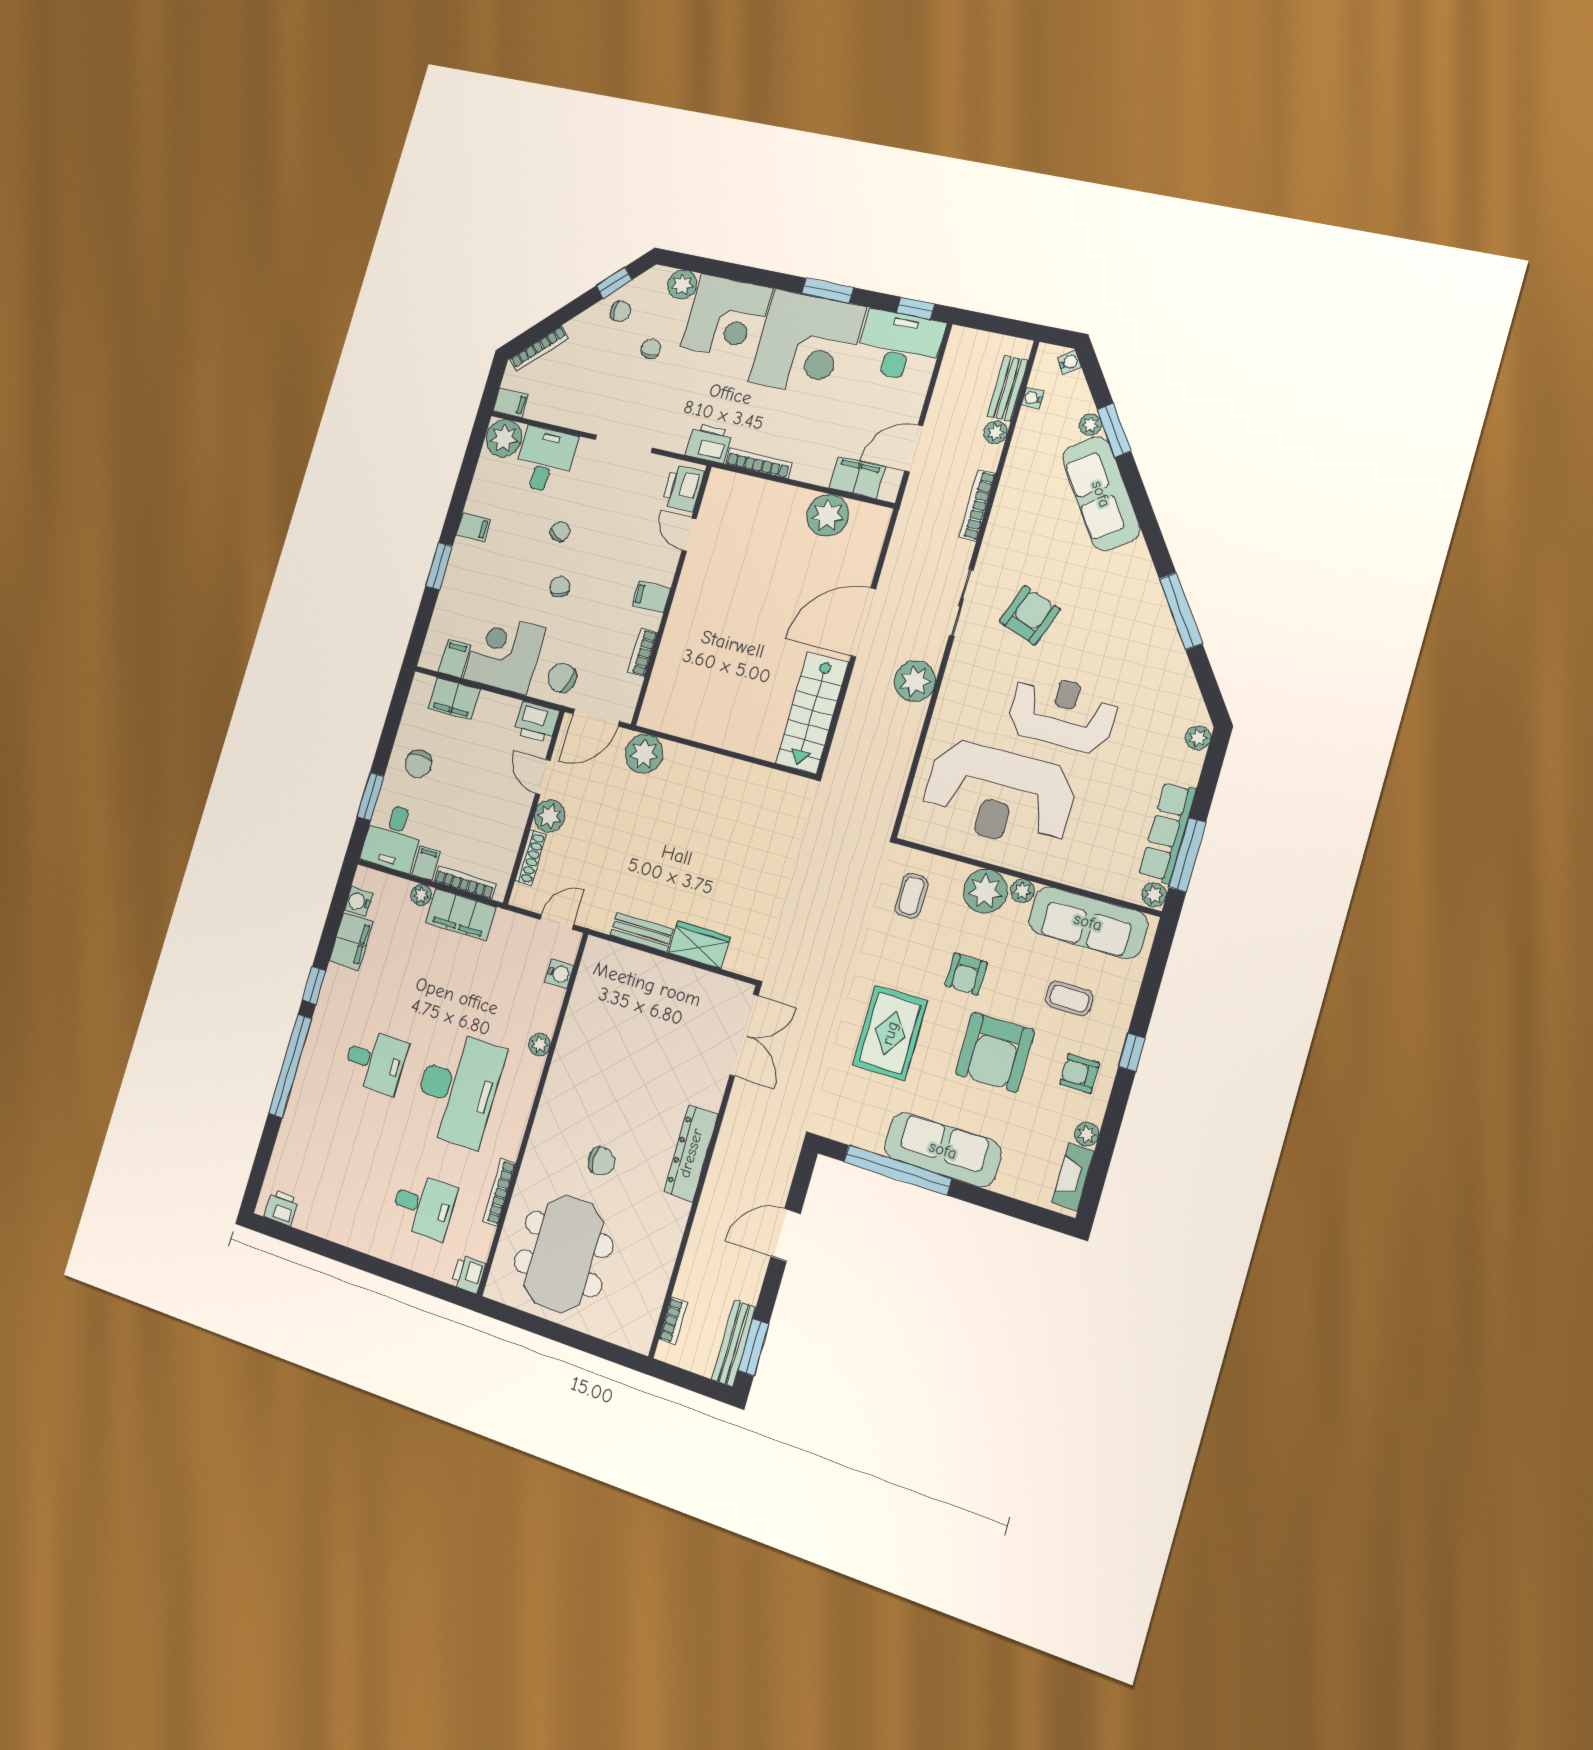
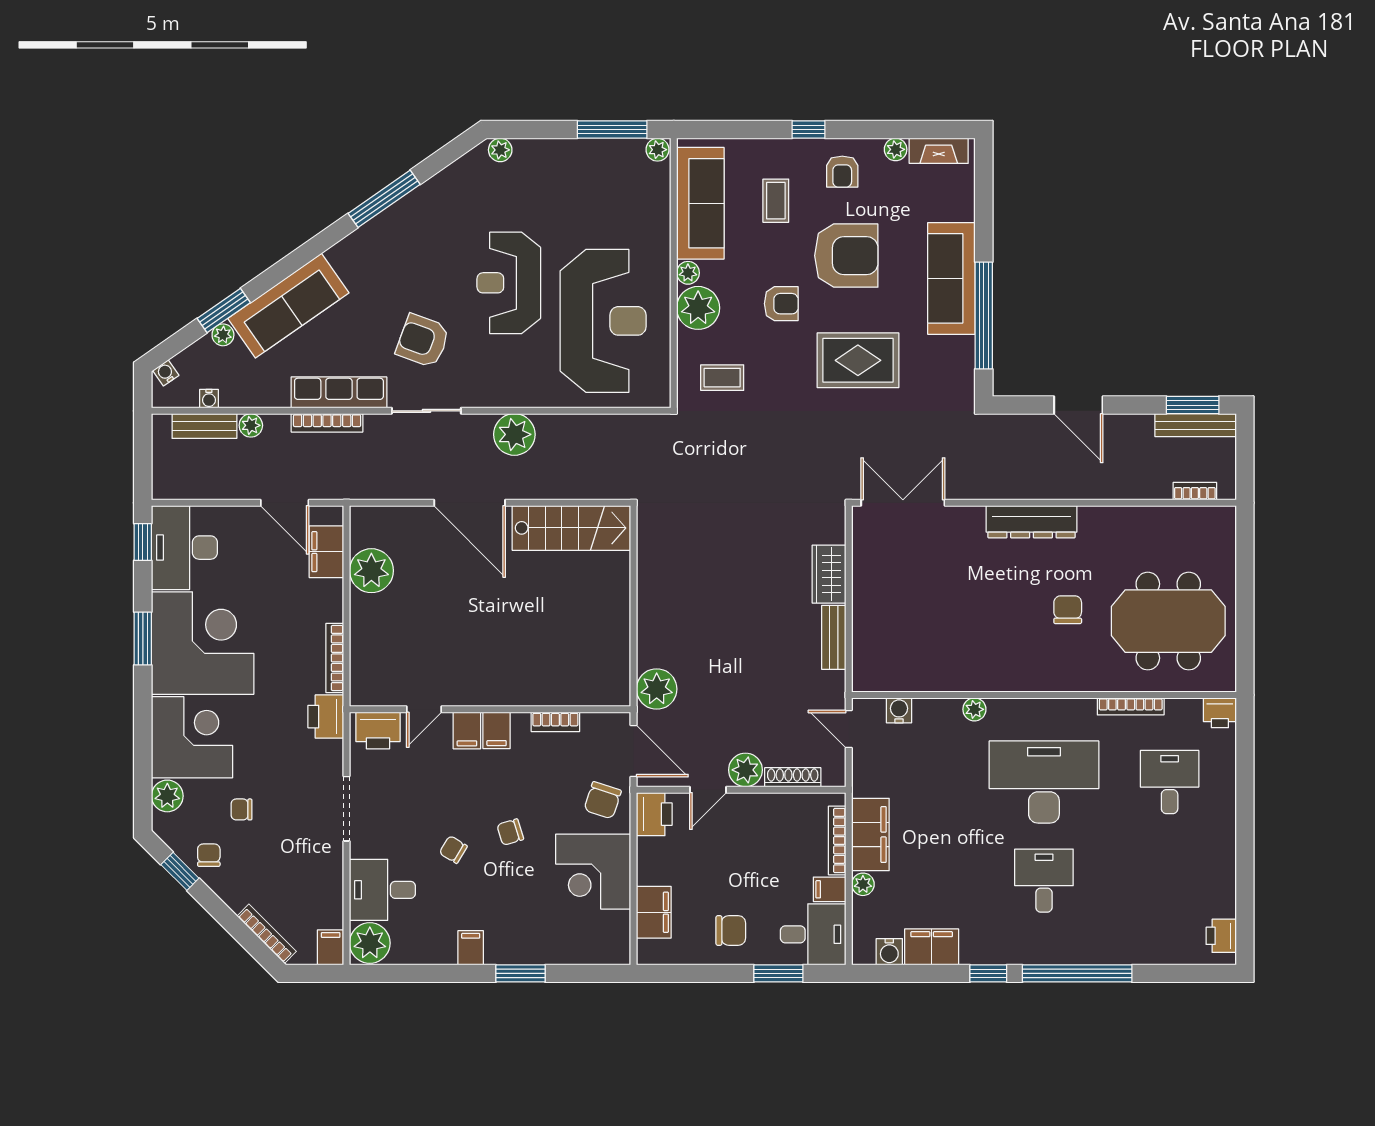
filing cabinet: (454, 659) -> (467, 731), moved, turned -90
row of seats: (1167, 832) -> (339, 392), moved, turned 180

